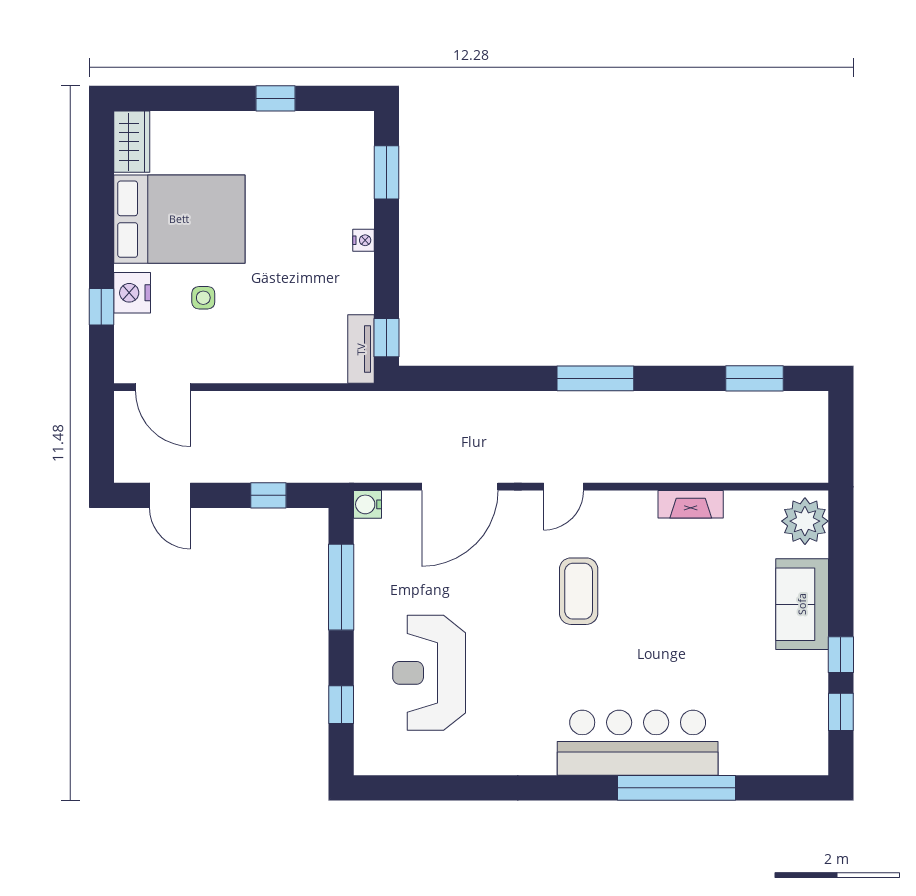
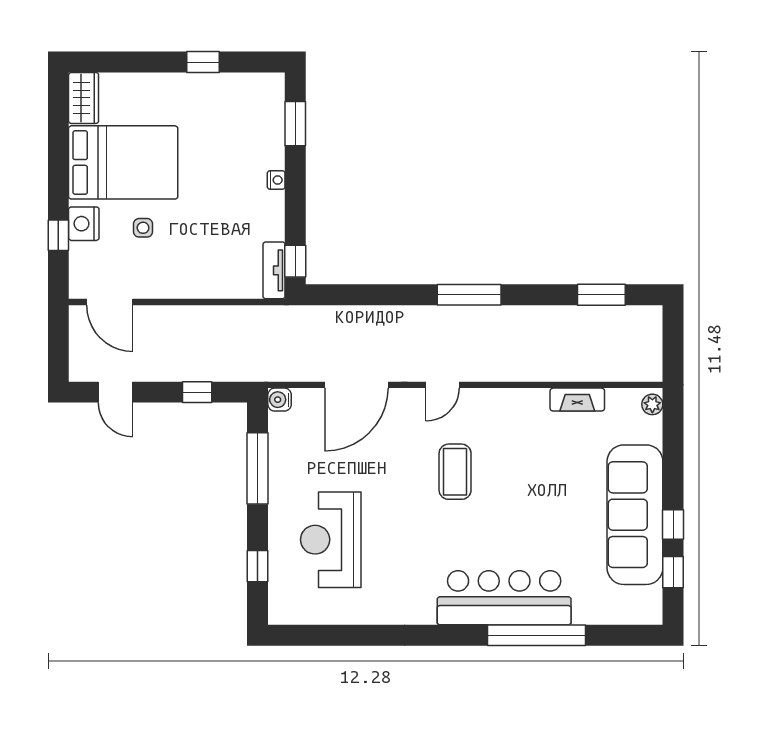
fireplace: (691, 504) -> (577, 400), moved
plant: (805, 521) -> (652, 404), width x0.53, depth x0.53
sofa: (802, 604) -> (635, 515), width x1.85, depth x1.27

